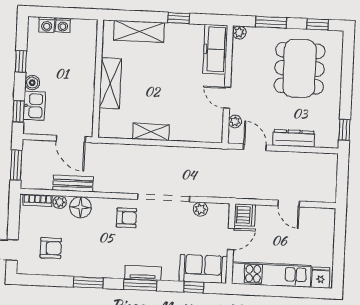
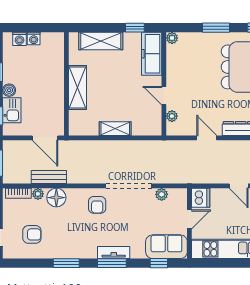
plant: (239, 33) -> (172, 38), moved
freezer: (215, 49) -> (152, 54), moved
wall: (228, 84) -> (164, 84), moved
door: (227, 98) -> (164, 96), moved
plant: (235, 121) -> (172, 116), moved
armchair: (127, 218) -> (97, 205), turned 90

